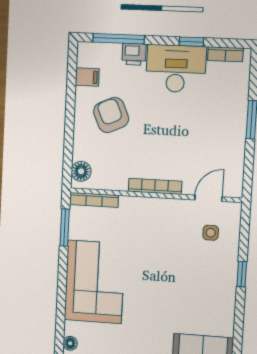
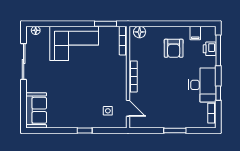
printer: (134, 54) -> (210, 49), moved
armchair: (111, 115) -> (174, 48), turned 114

